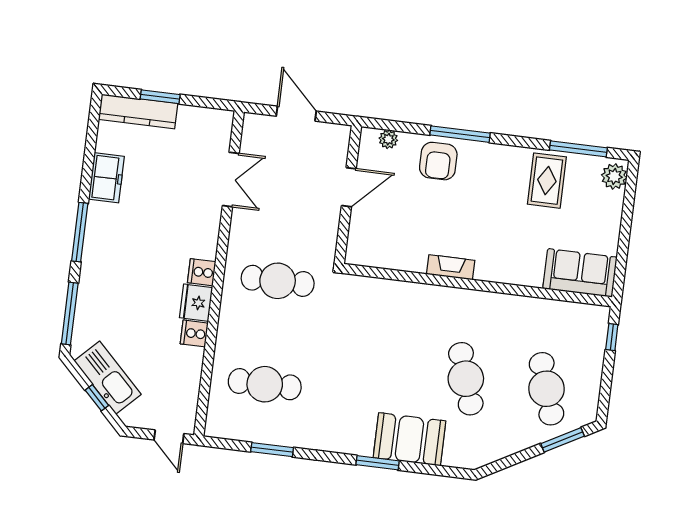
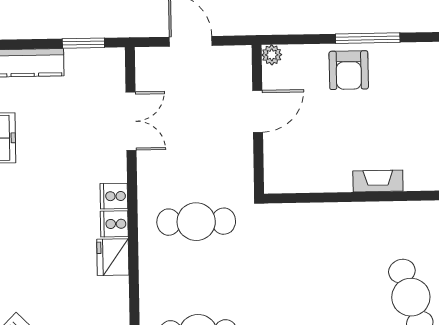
window: (160, 97) -> (83, 43), moved
plant: (388, 139) -> (272, 55), moved
cooker: (194, 333) -> (114, 196), moved

